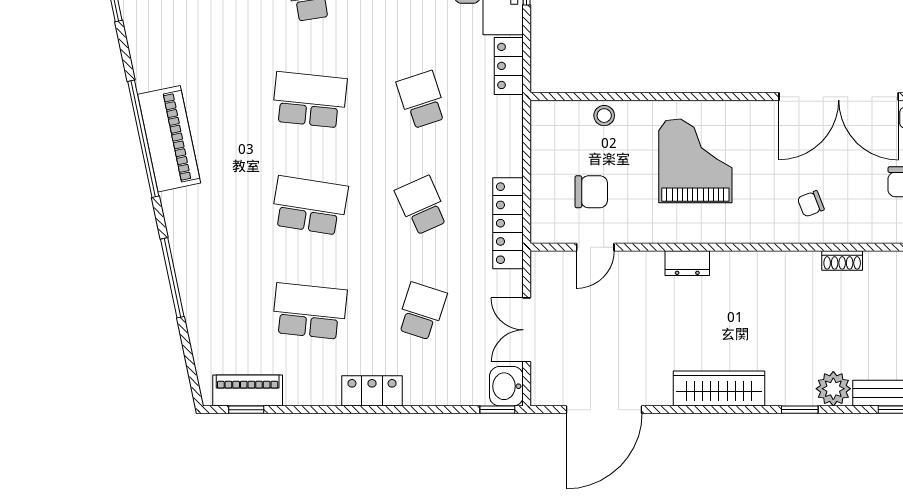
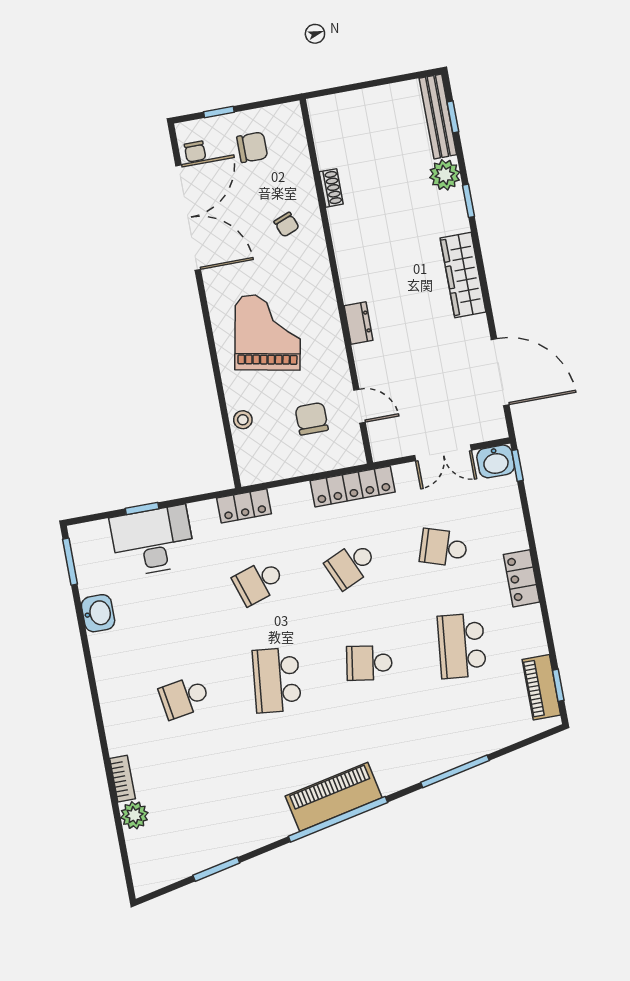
locker: (509, 66) -> (244, 506), moved
grand piano: (695, 161) -> (268, 333), turned 101
school desk: (310, 205) -> (369, 663), width x0.54

